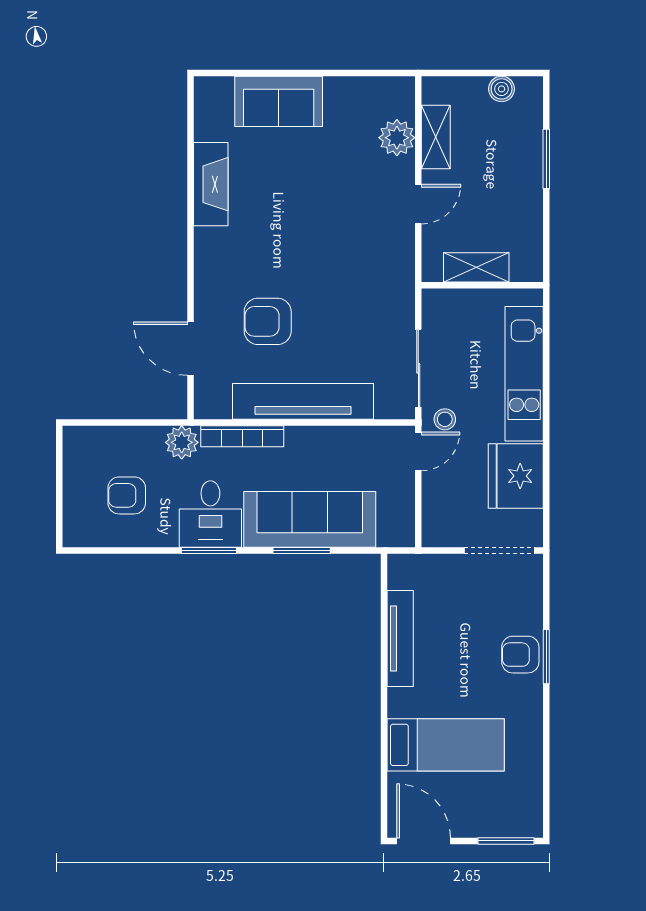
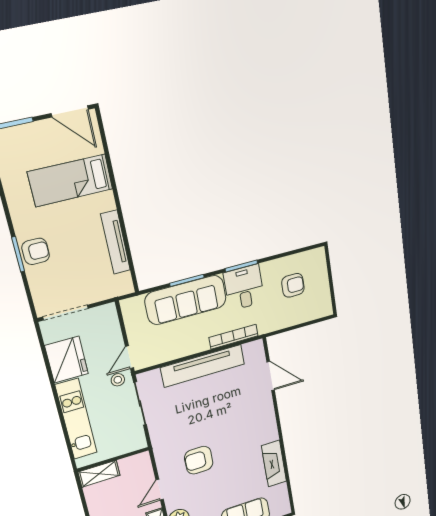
shelving: (476, 267) -> (99, 474), moved
armchair: (268, 321) -> (199, 460), moved, turned 180
plant: (182, 442) -> (267, 324), removed

